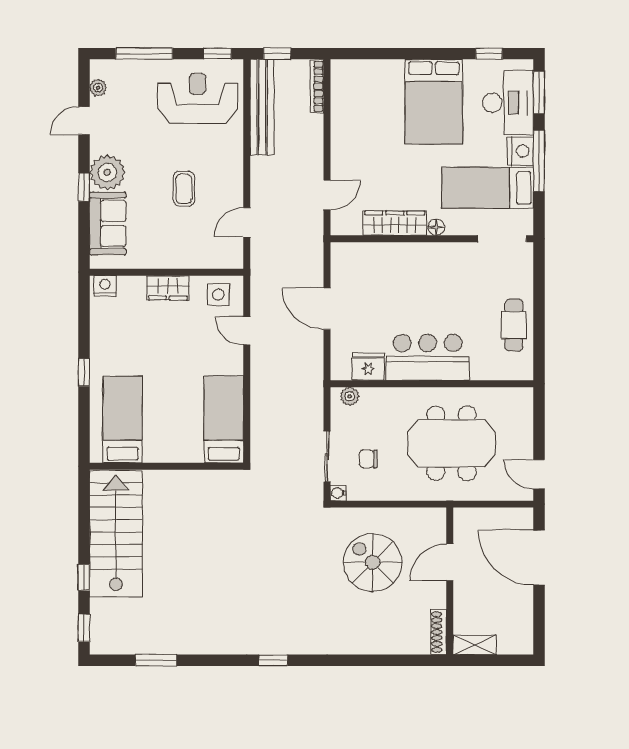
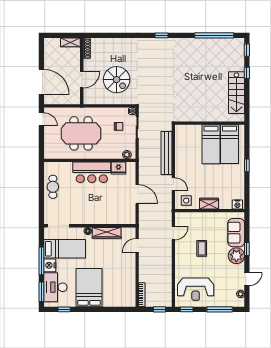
bench: (262, 107) -> (166, 153), moved
bed: (224, 419) -> (211, 144), moved
stairs: (116, 534) -> (236, 93), width x0.73, depth x0.66
window: (156, 660) -> (214, 35), width x2.11

